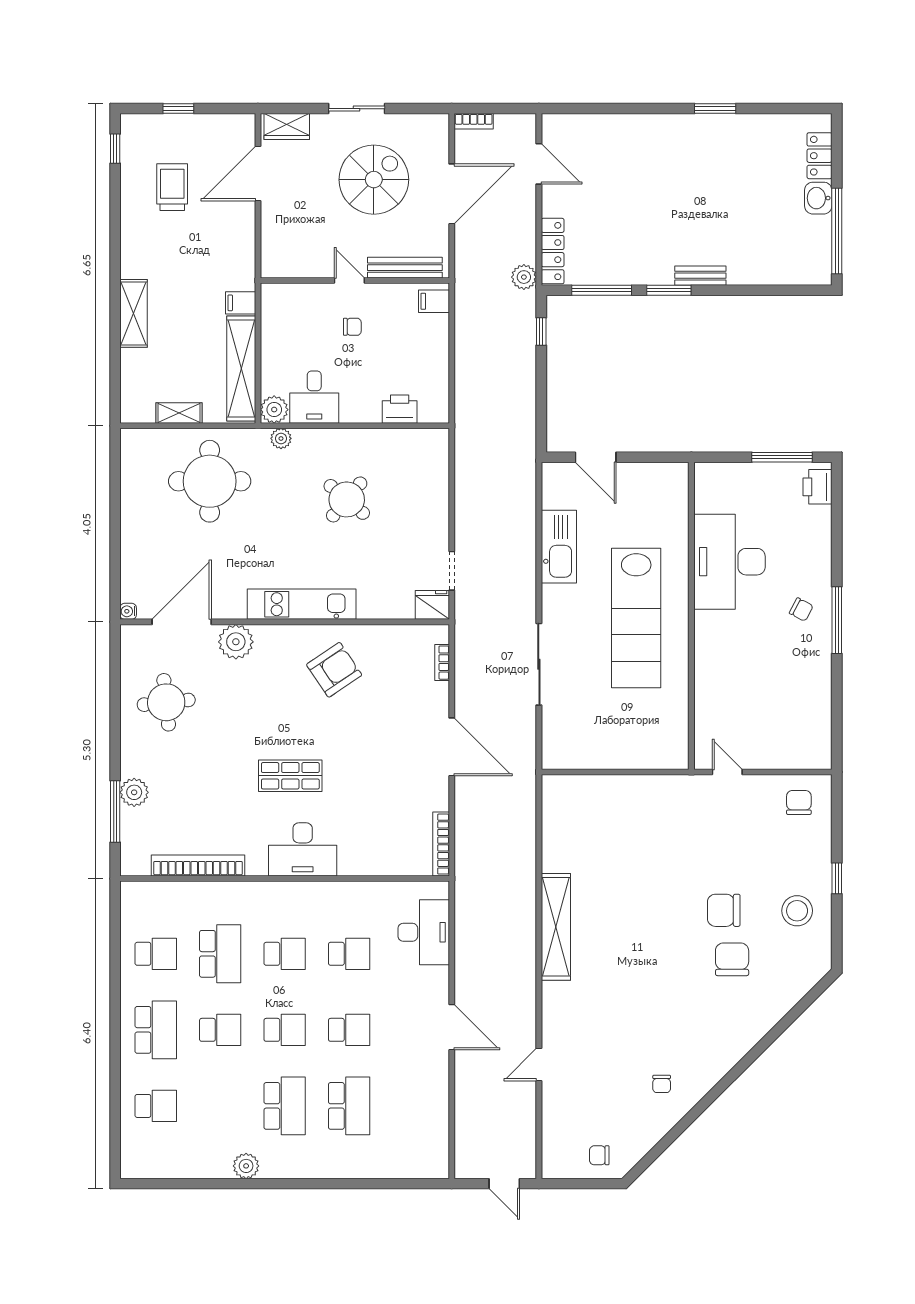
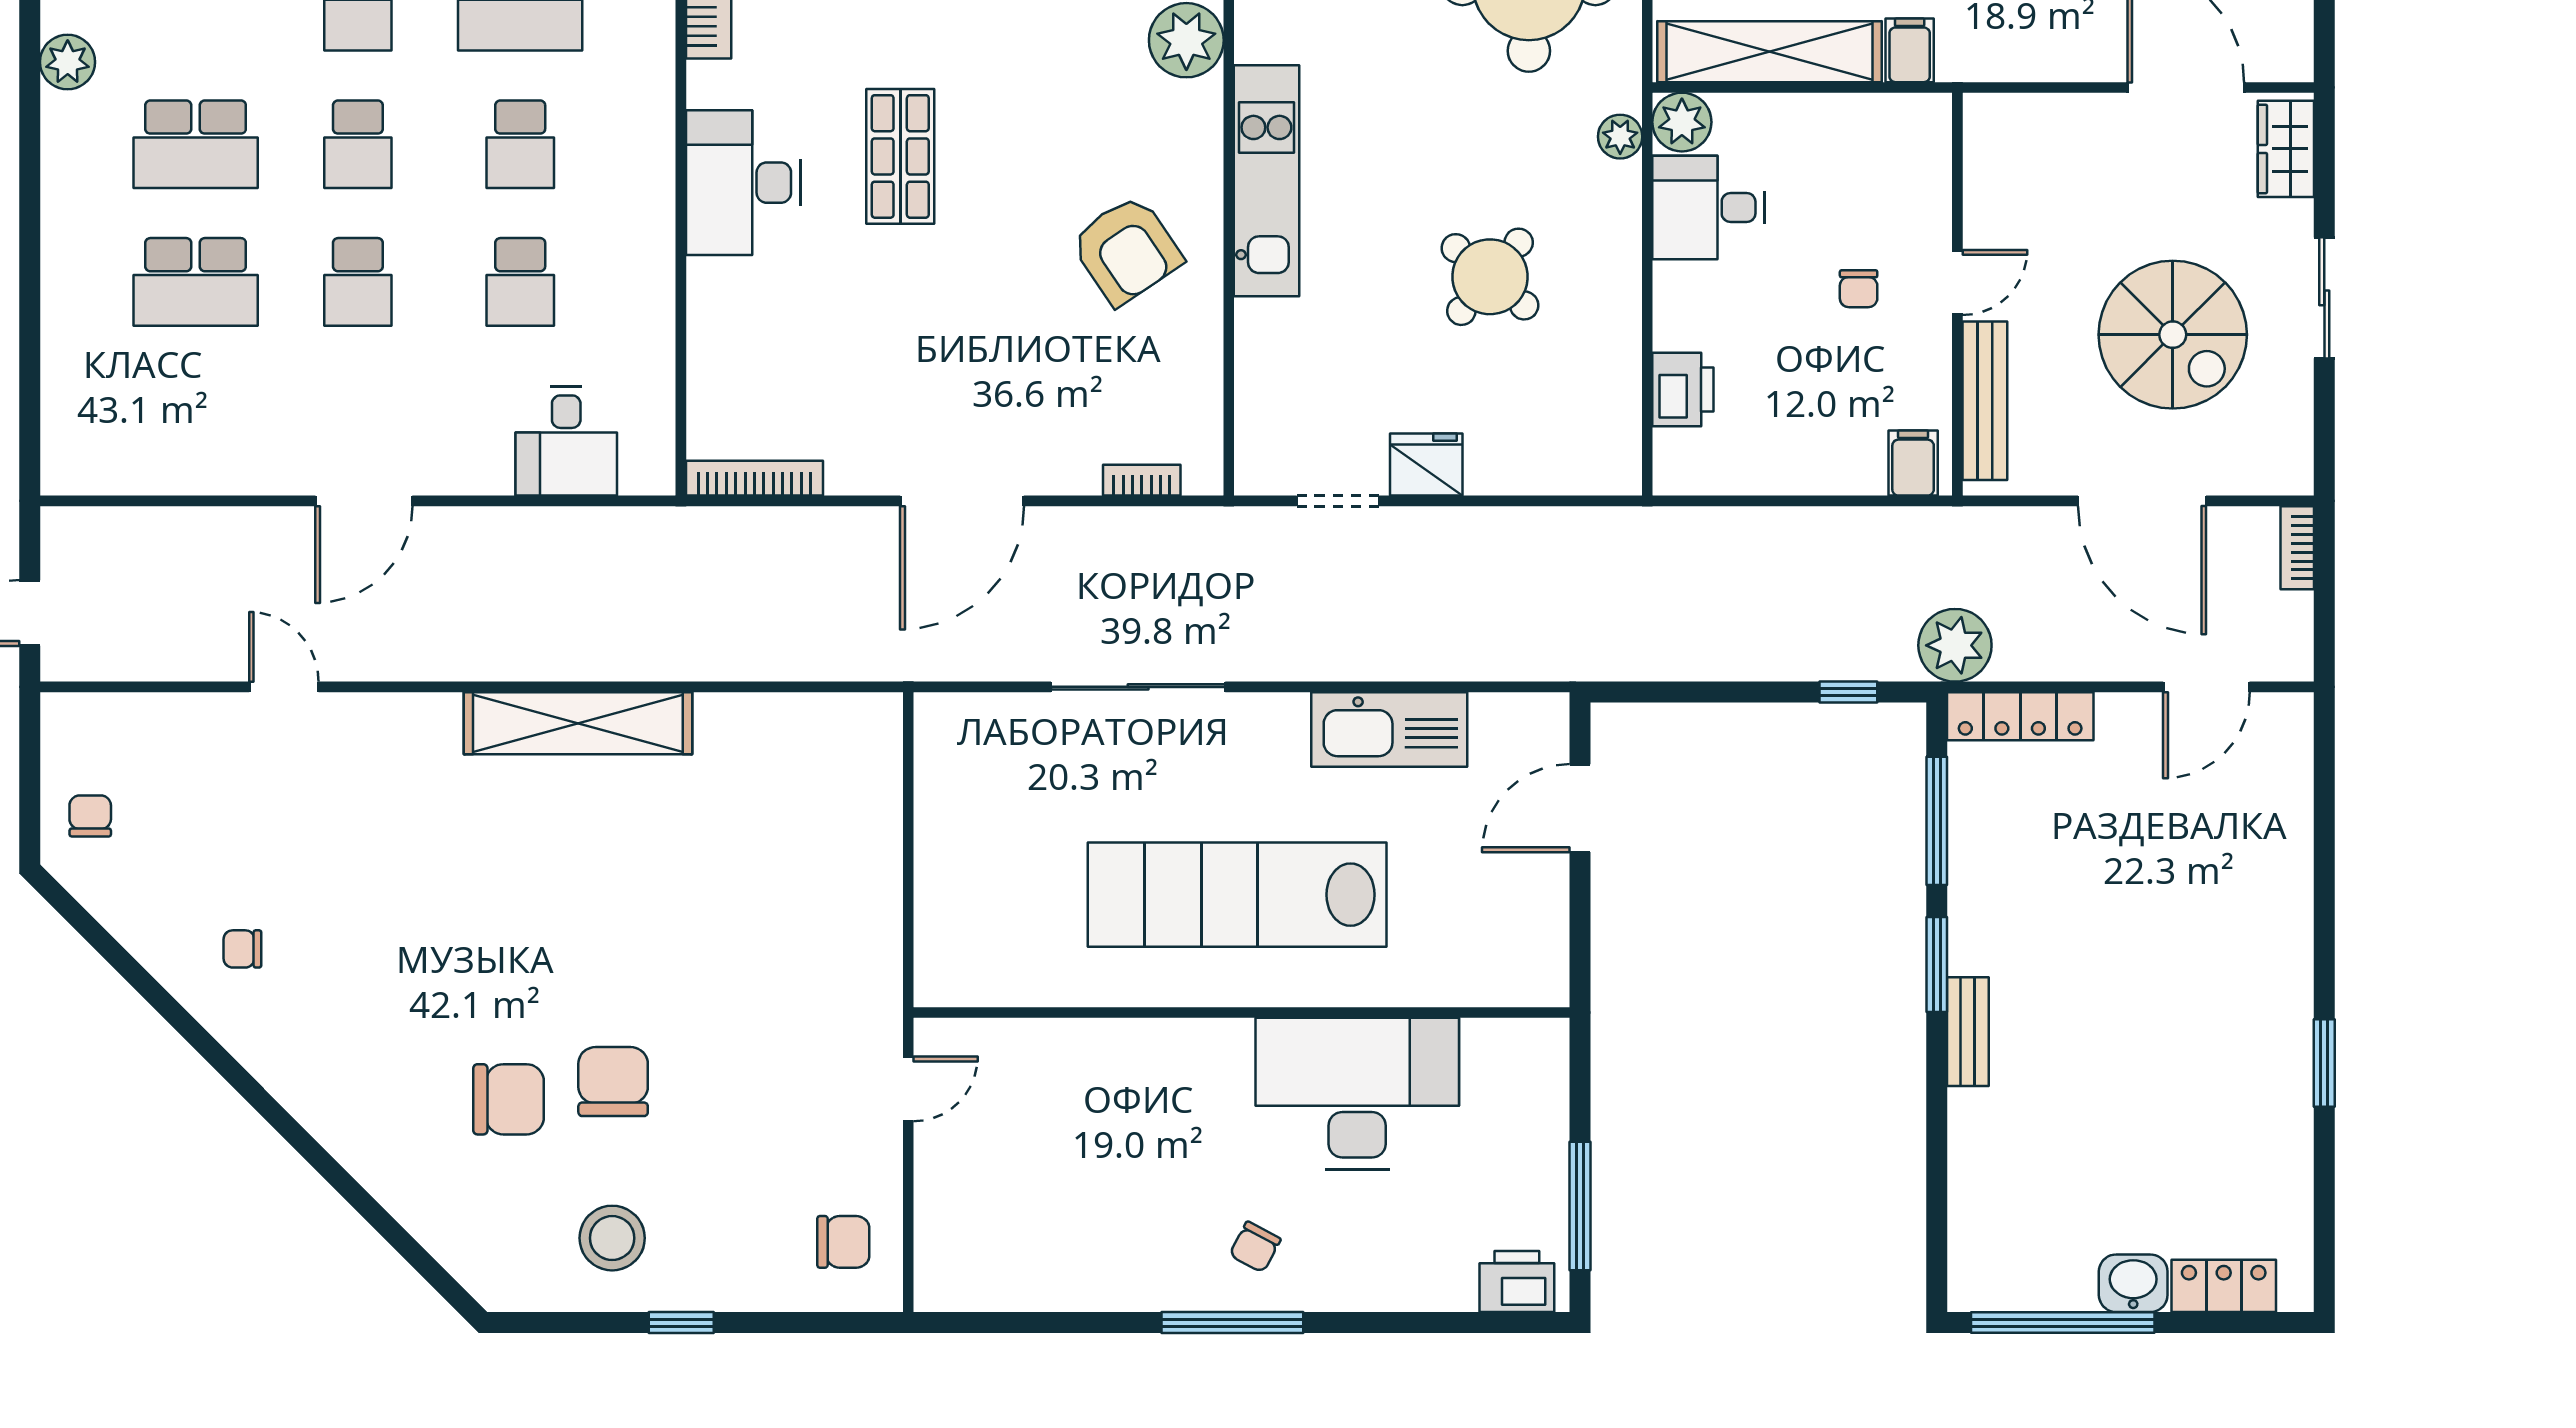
plant: (524, 277) -> (1955, 645), width x1.36, depth x1.36
fridge: (432, 605) -> (1426, 465), moved, turned -90
desk: (424, 932) -> (566, 441), width x0.73

